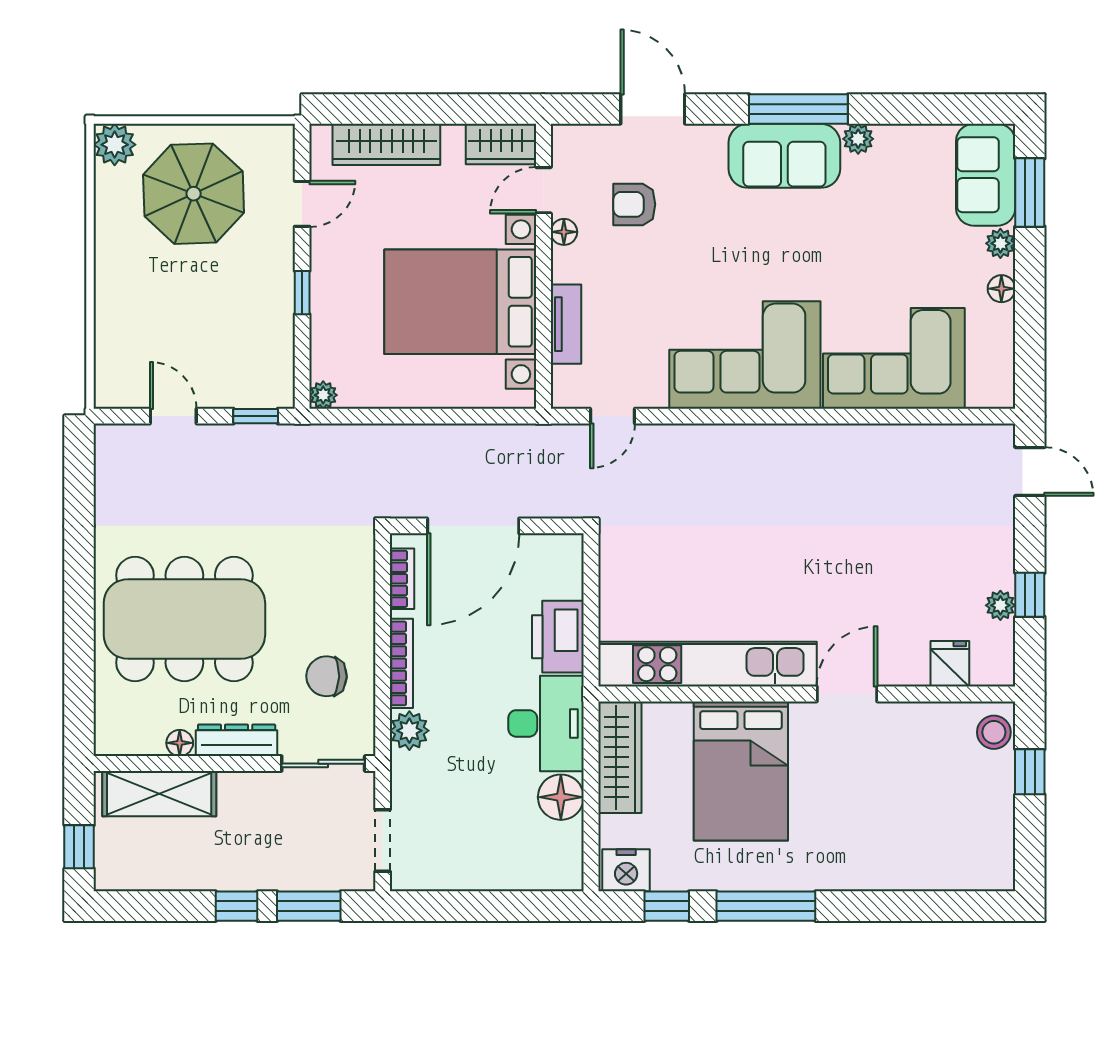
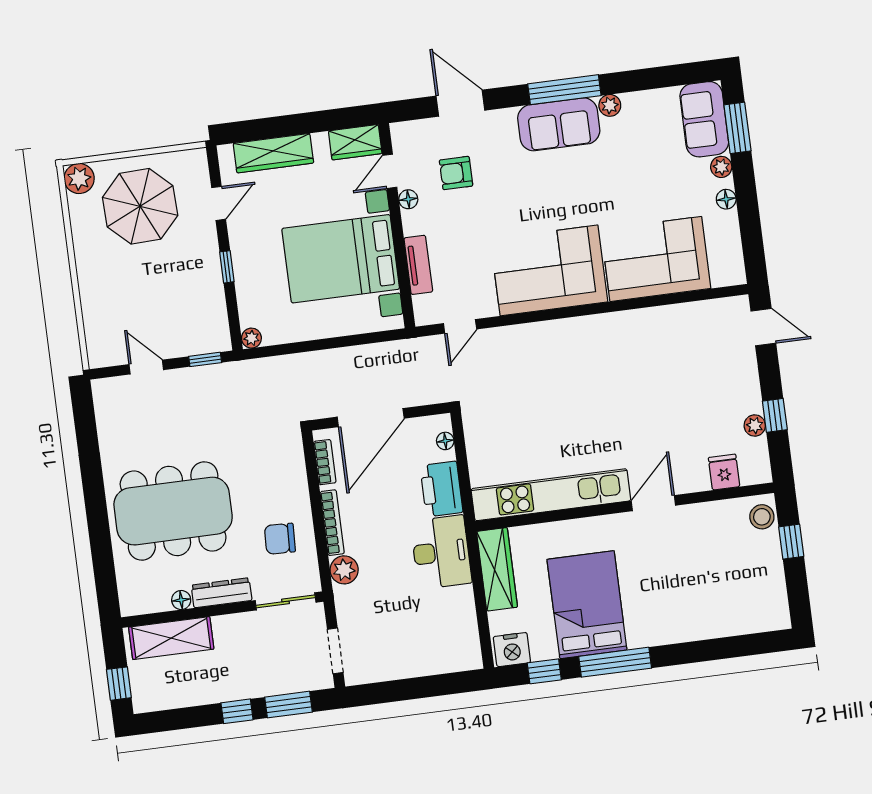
bed: (741, 771) -> (587, 605), moved, turned 180
floor lamp: (561, 797) -> (445, 441), moved, width x0.53, depth x0.53

